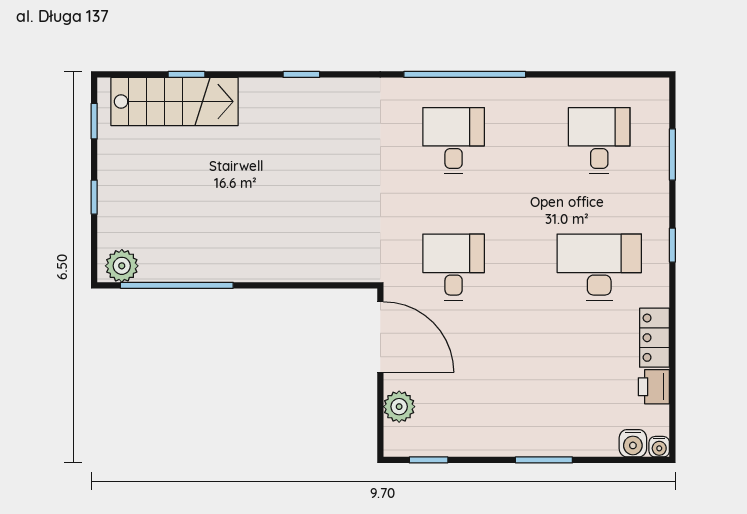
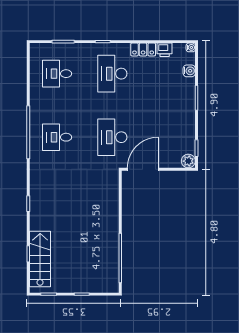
plant: (122, 266) -> (112, 282), removed
desk: (454, 267) -> (112, 137), width x1.37
plant: (399, 407) -> (188, 161), moved
water cooler: (633, 443) -> (189, 71), moved

